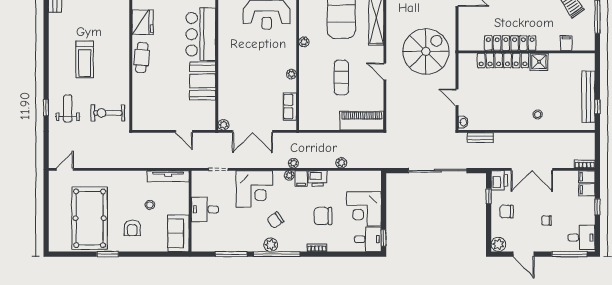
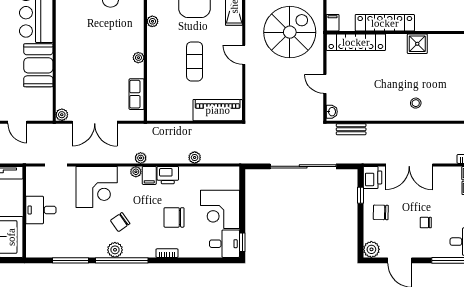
filing cabinet: (566, 43) -> (333, 23), moved
locker: (503, 60) -> (356, 42), moved

